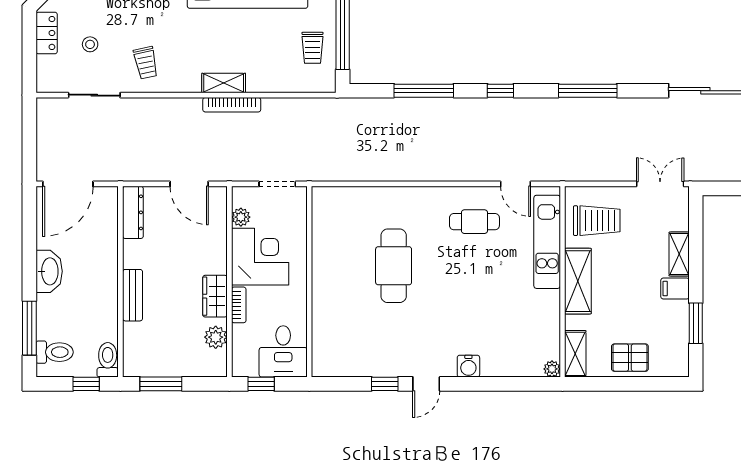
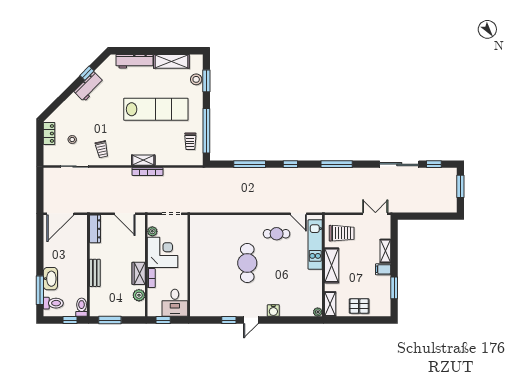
cafe table: (394, 266) -> (247, 263), moved
washbasin: (49, 271) -> (50, 279), moved

